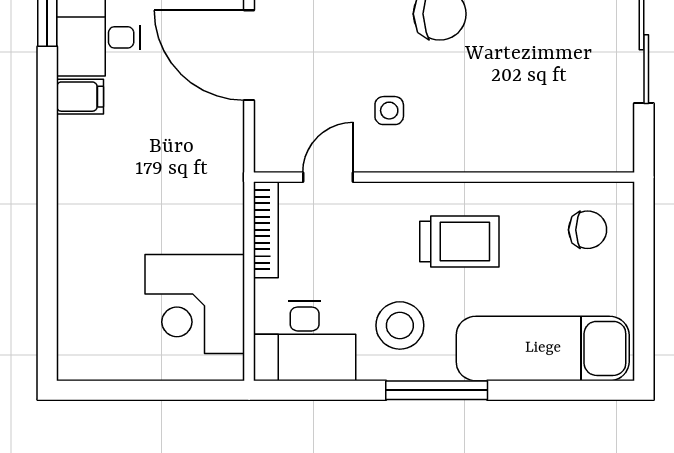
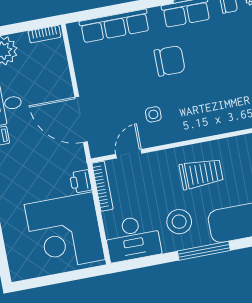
door: (249, 55) -> (81, 119), moved
printer: (226, 213) -> (81, 181), added
corner desk: (195, 304) -> (65, 232), width x1.36, depth x1.36

